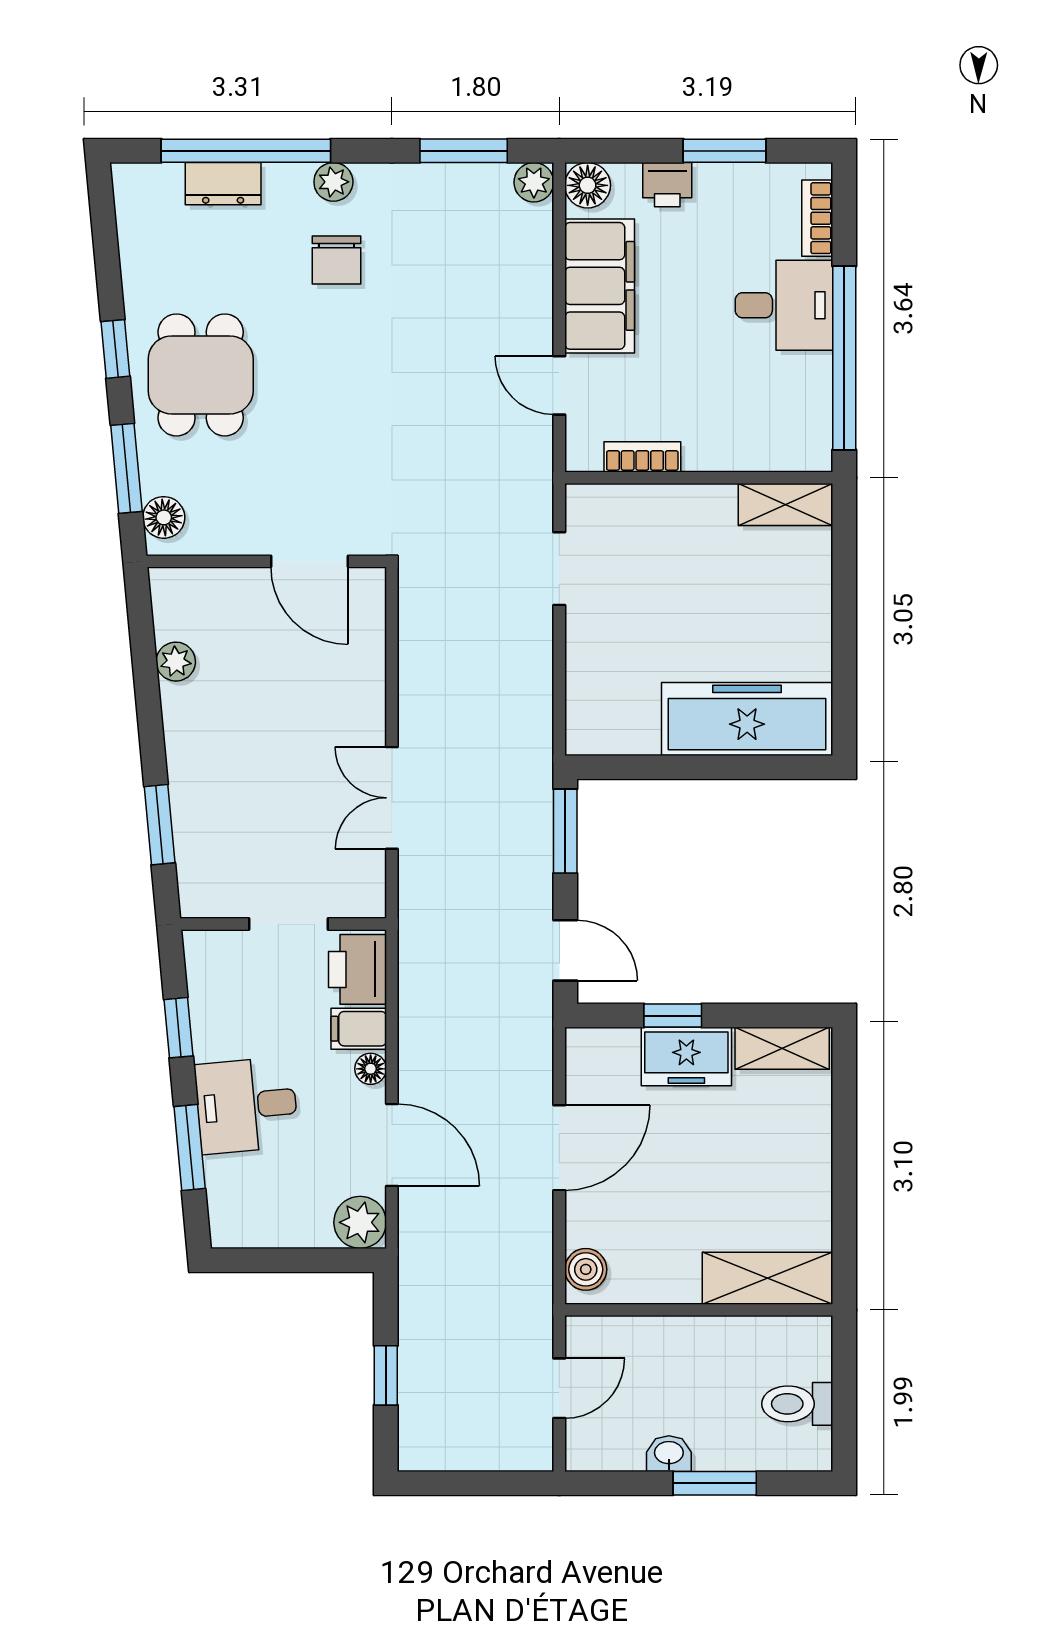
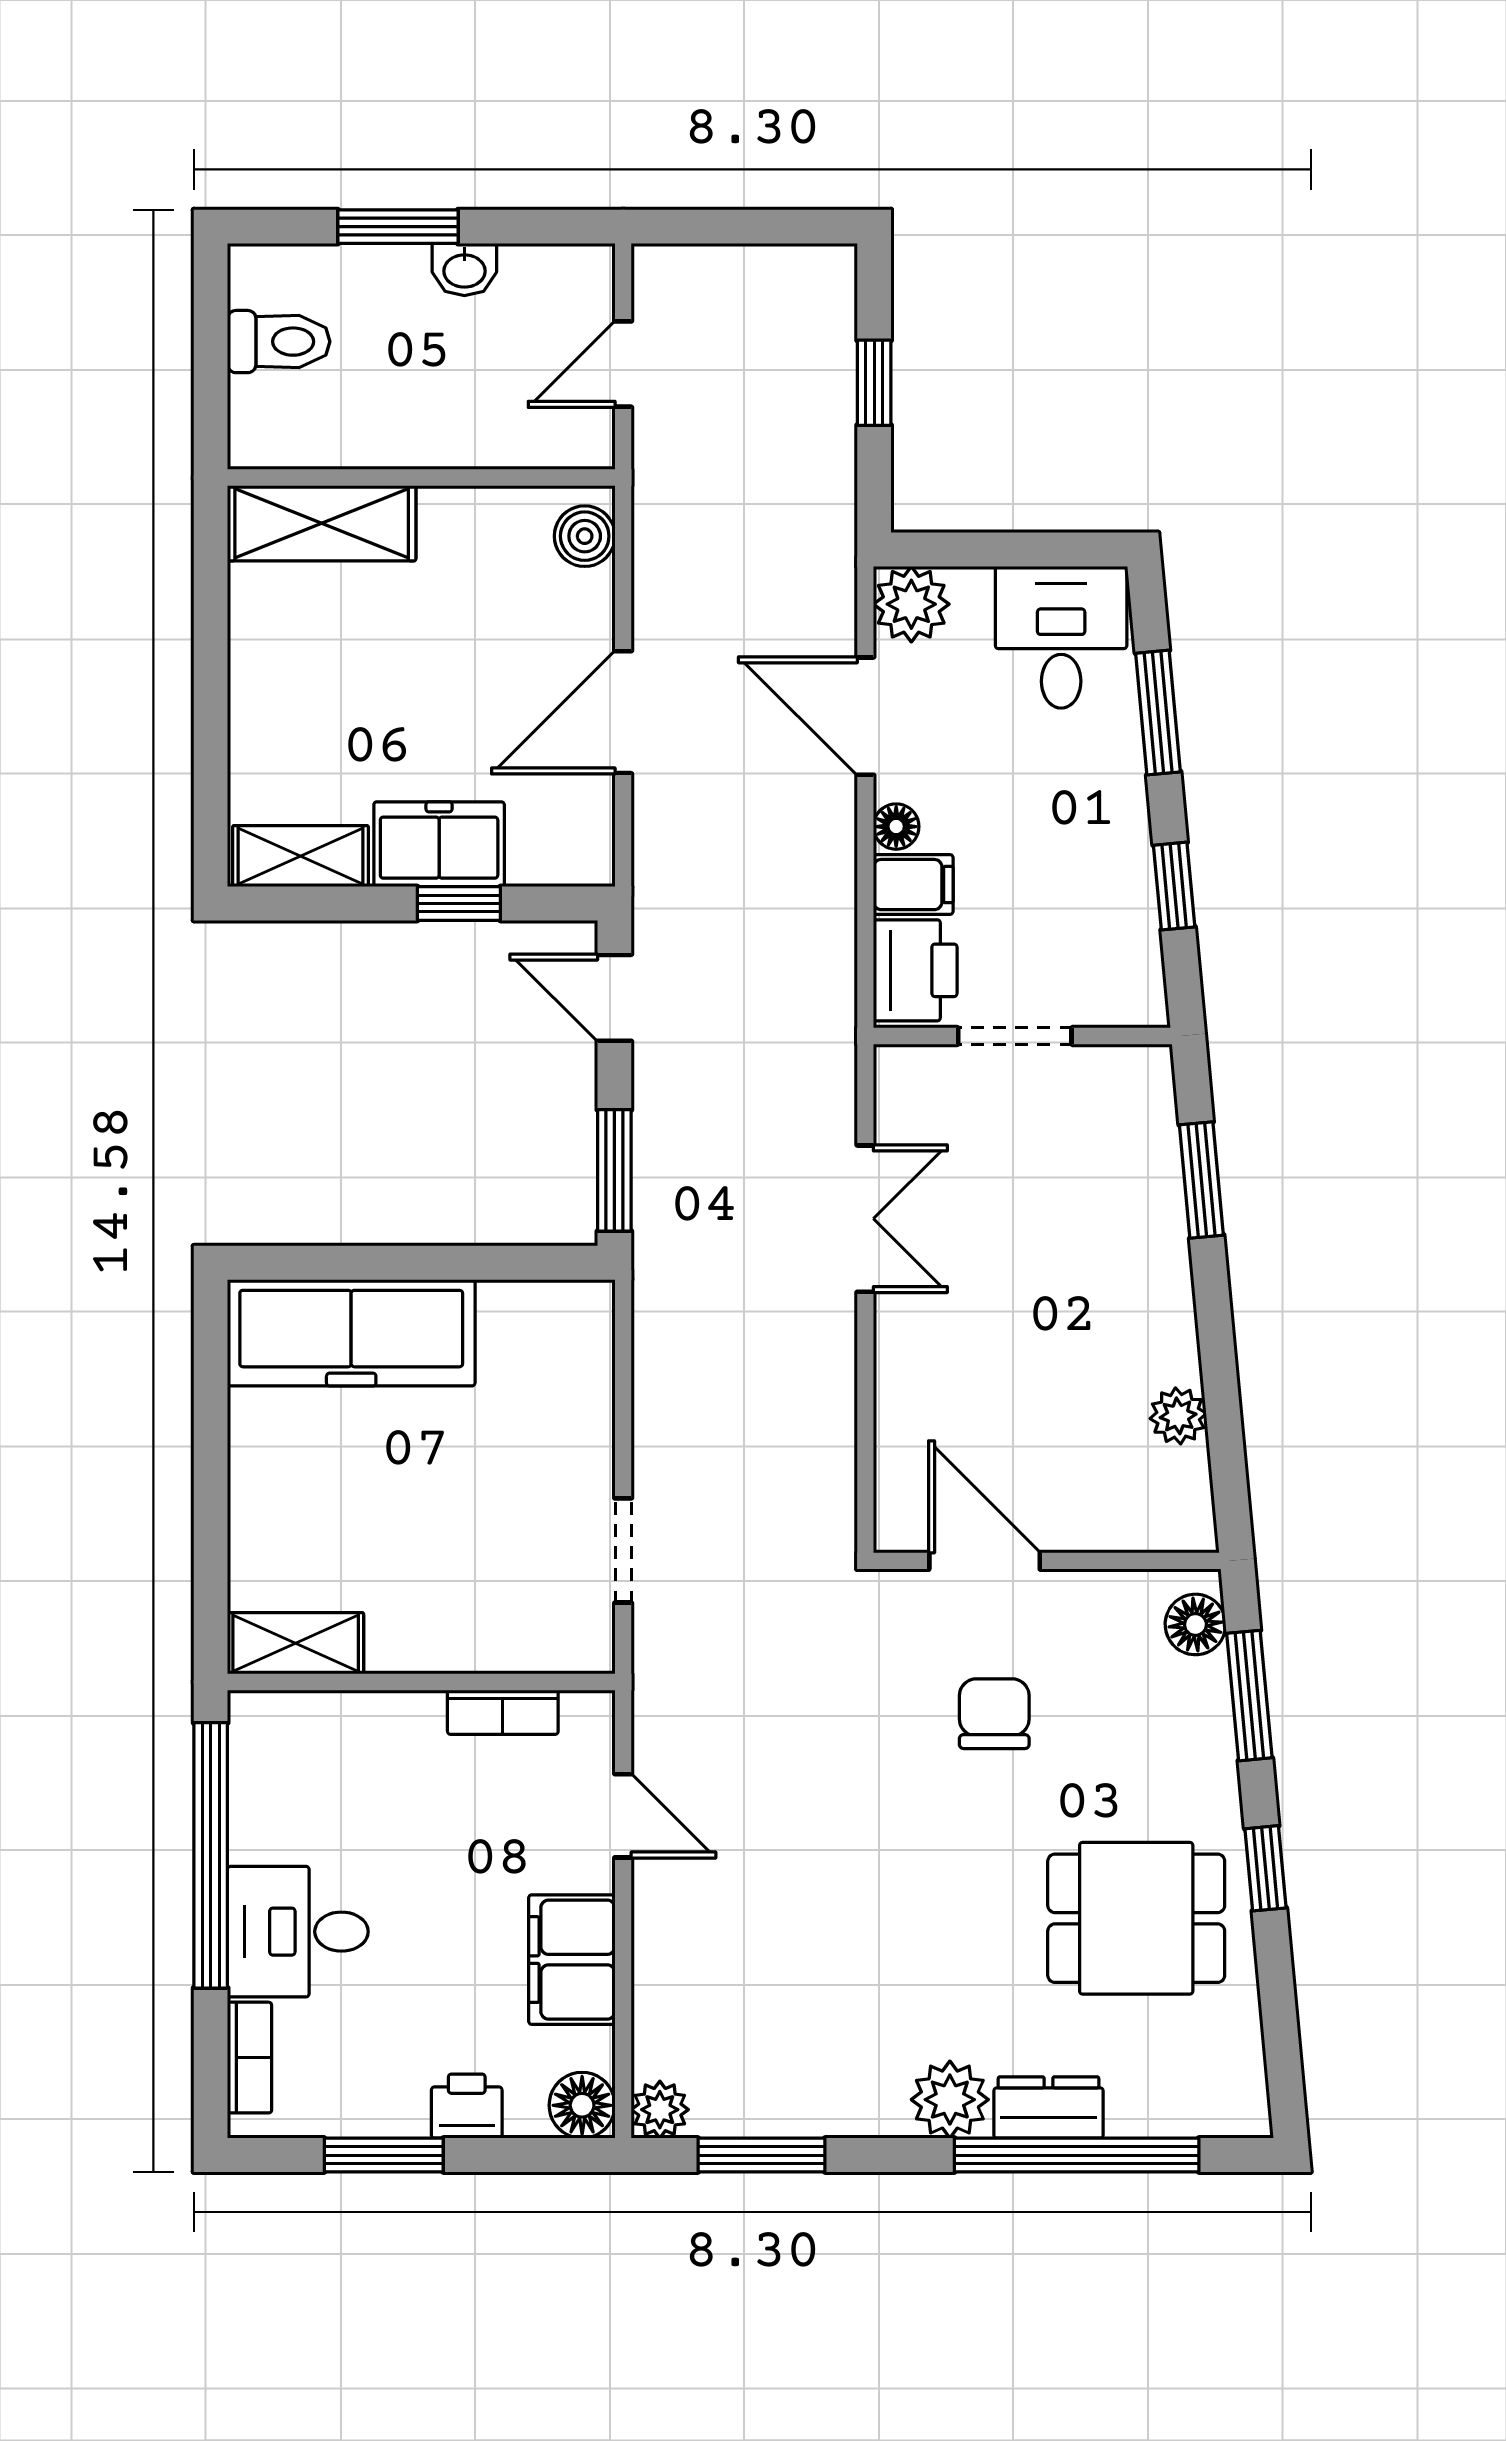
plant: (333, 182) -> (950, 2100), width x1.38, depth x1.38
dresser: (223, 184) -> (1048, 2107), moved
chair: (336, 260) -> (994, 1714), moved
filing cabinet: (600, 286) -> (572, 1960), width x0.67, depth x0.86
dining table: (201, 375) -> (1136, 1918), moved, turned 90
desk: (247, 1105) -> (1061, 637), moved, turned -85

